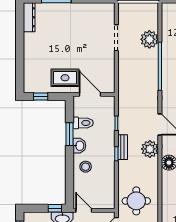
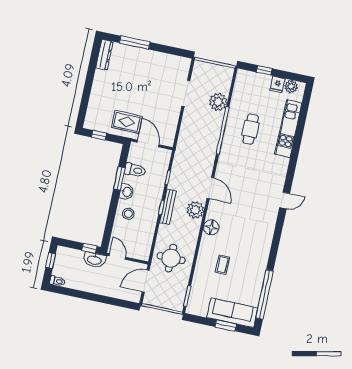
bench: (123, 147) -> (168, 207), width x1.36

